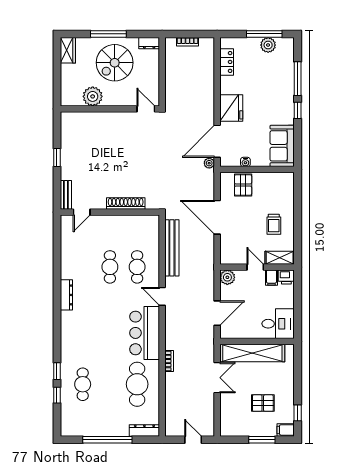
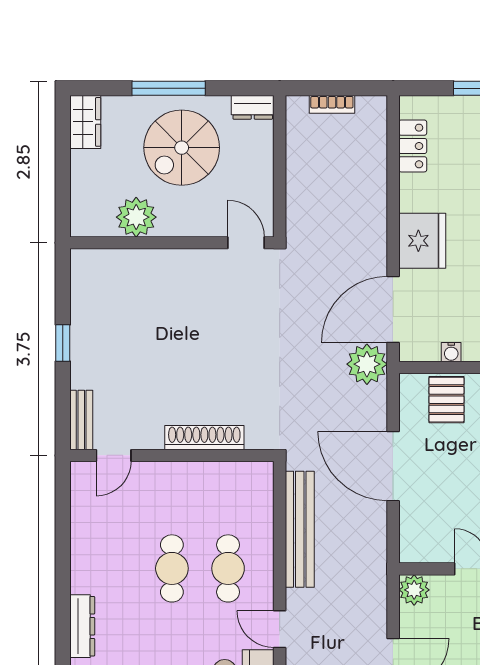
plant: (209, 163) -> (367, 364), width x1.88, depth x1.88

